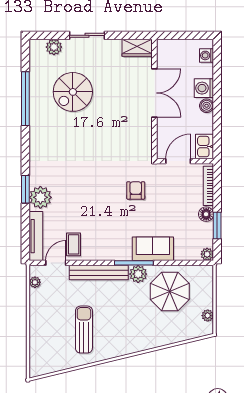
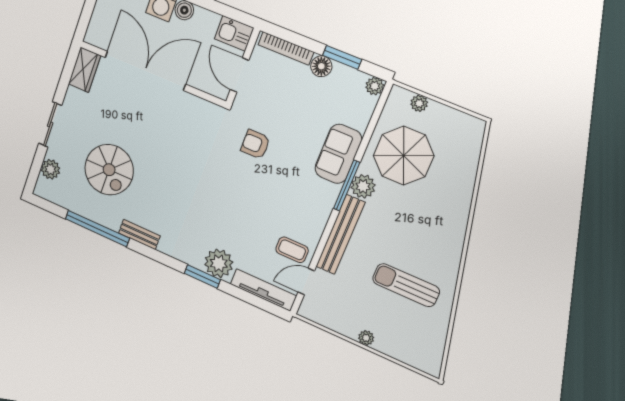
double door: (154, 93) -> (145, 71), width x1.36
bench: (35, 132) -> (139, 234), added
door: (56, 263) -> (306, 281), hinge flipped
plant: (35, 282) -> (366, 338), moved
plant: (208, 316) -> (419, 103), moved

